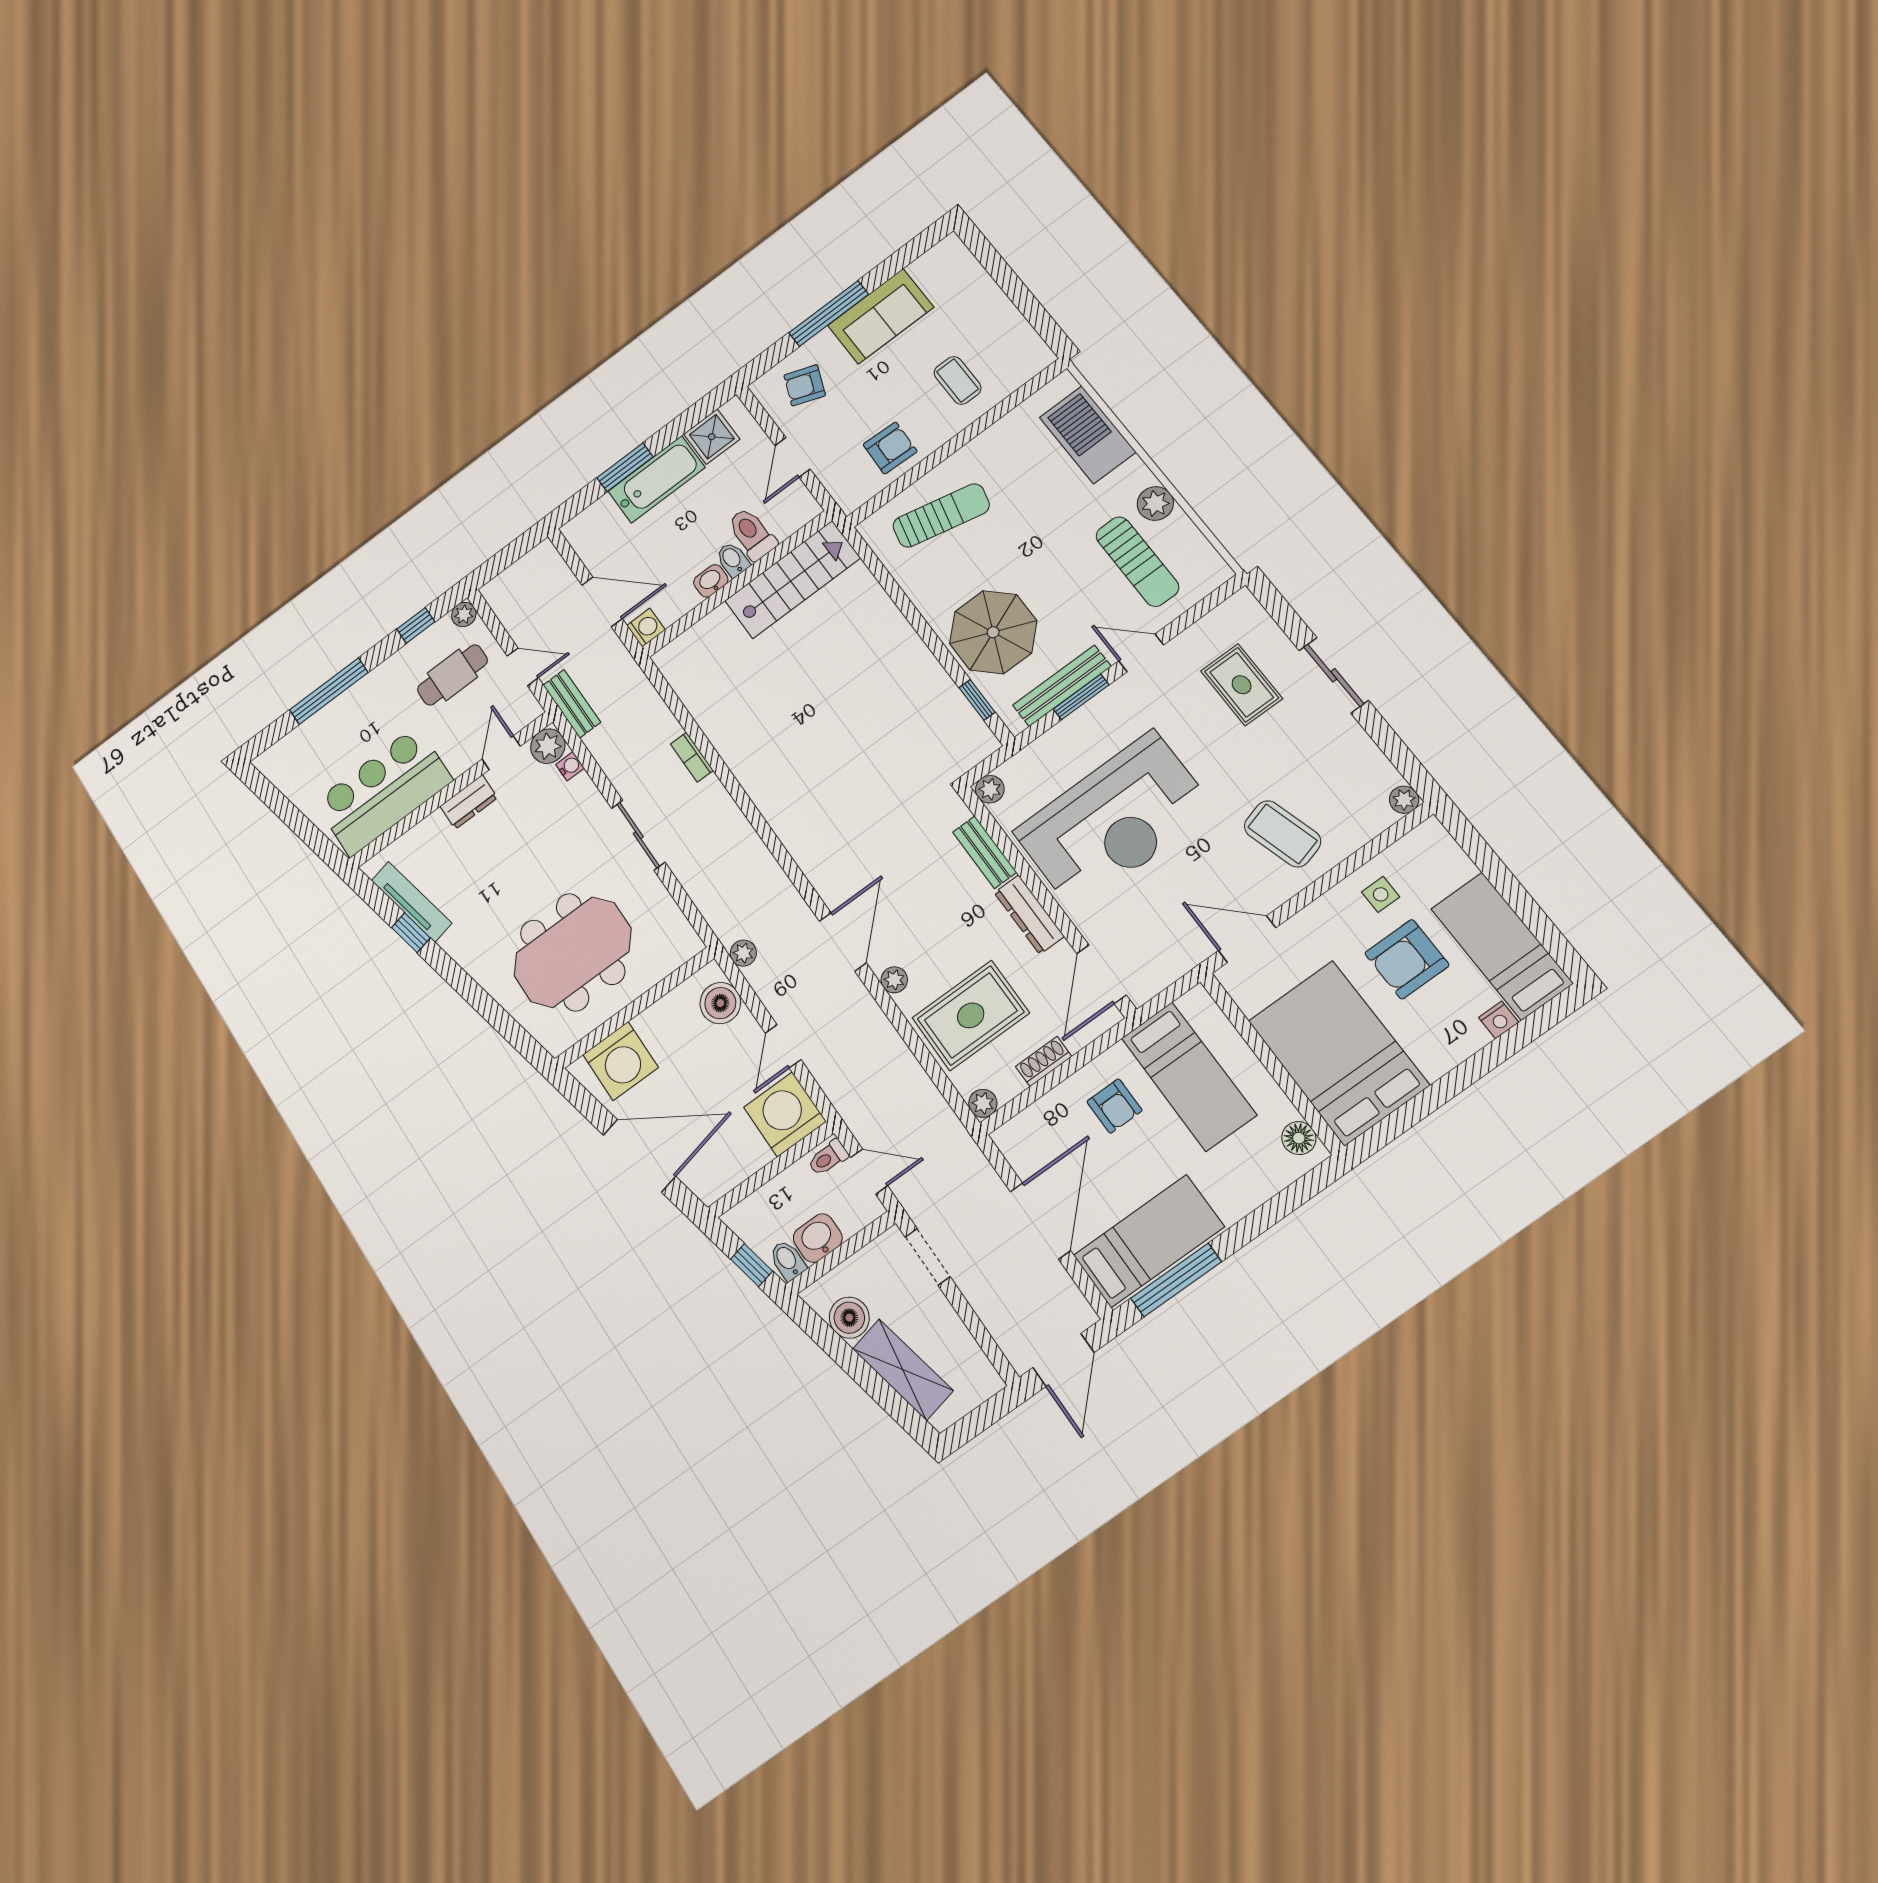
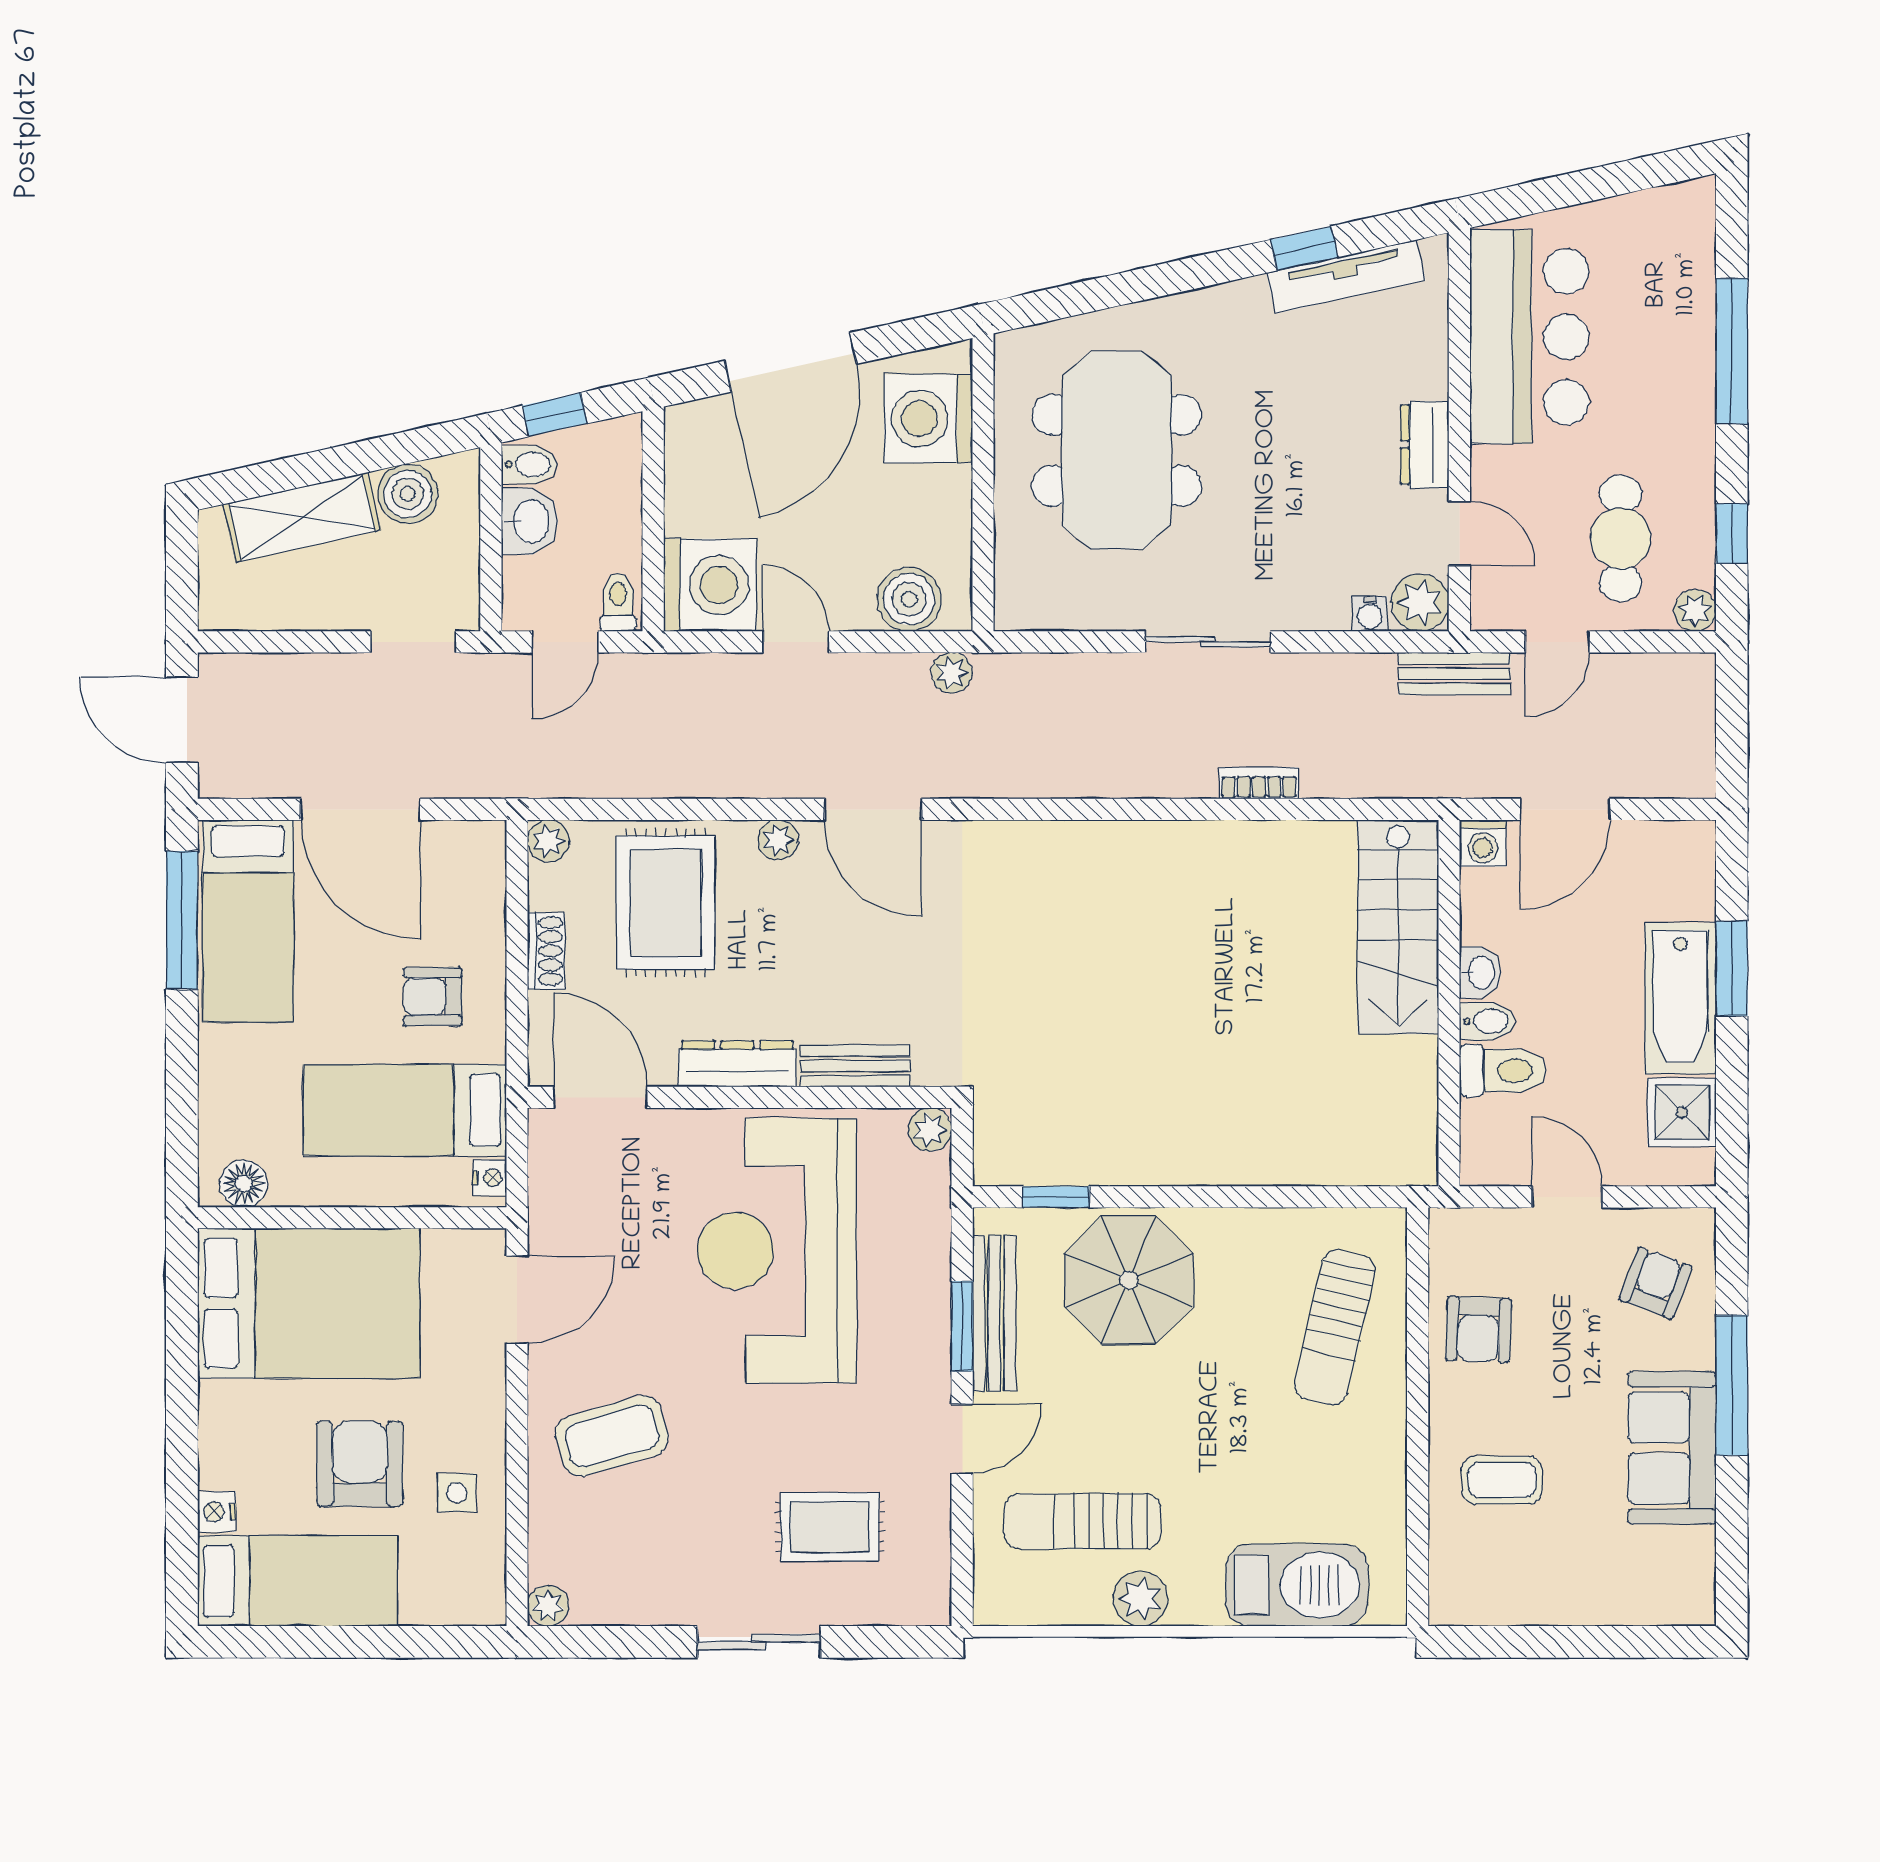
stairs: (793, 579) -> (1398, 927), moved
nightstand: (1191, 1003) -> (490, 1178), added

